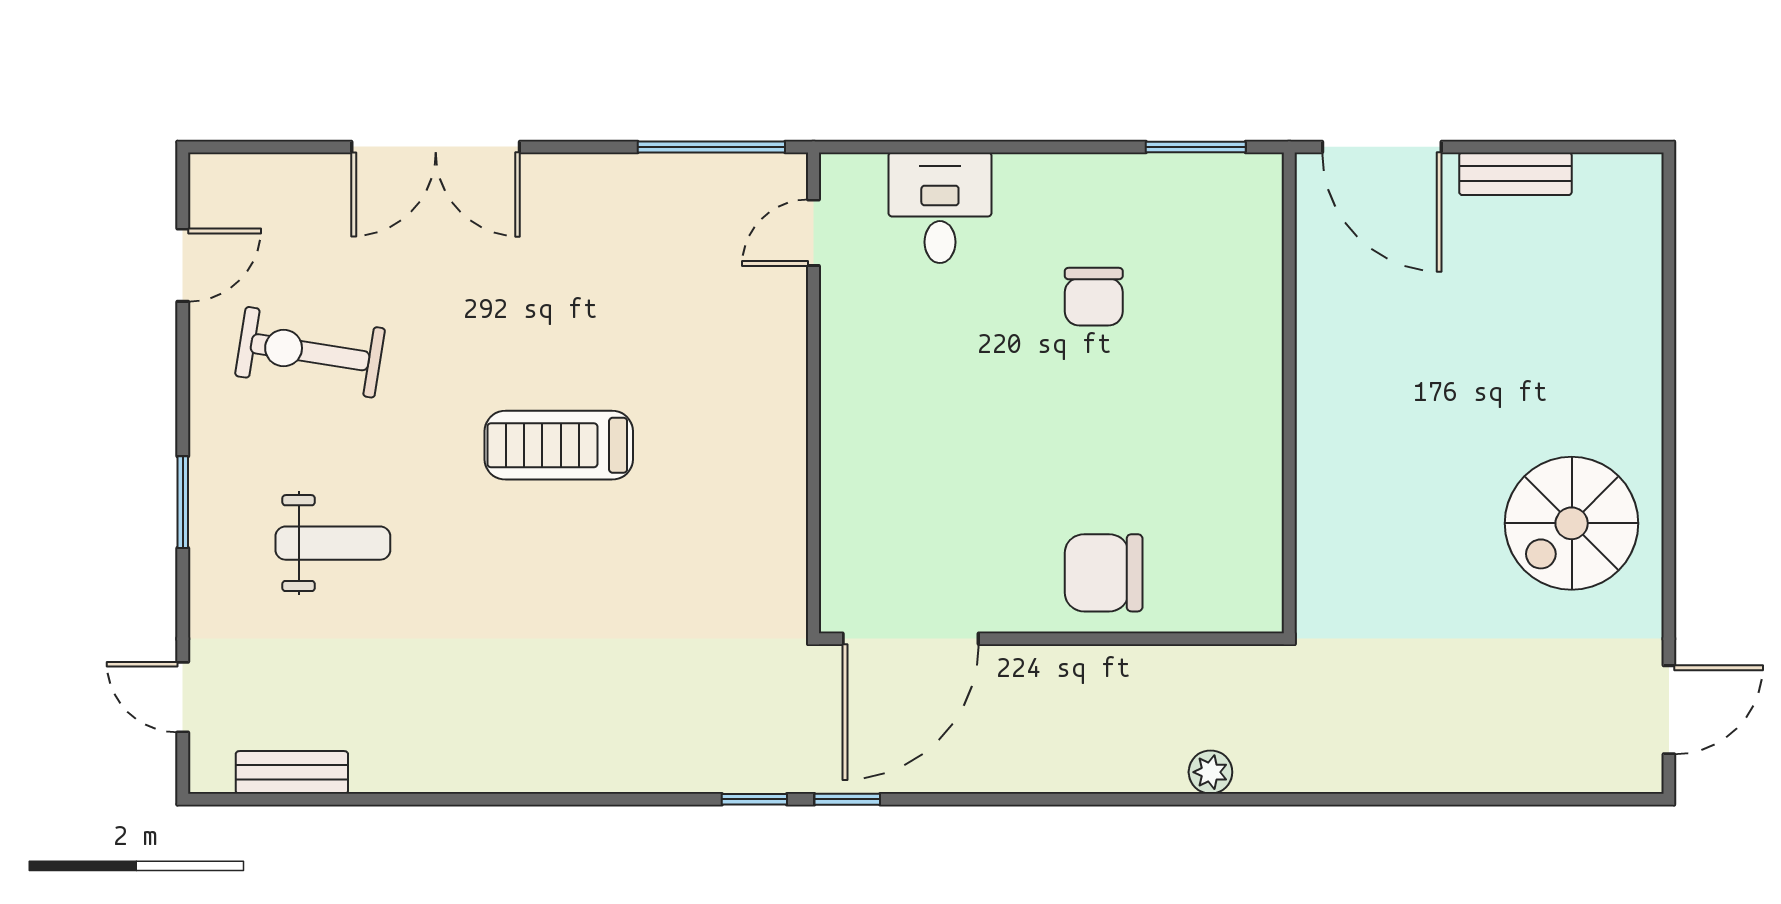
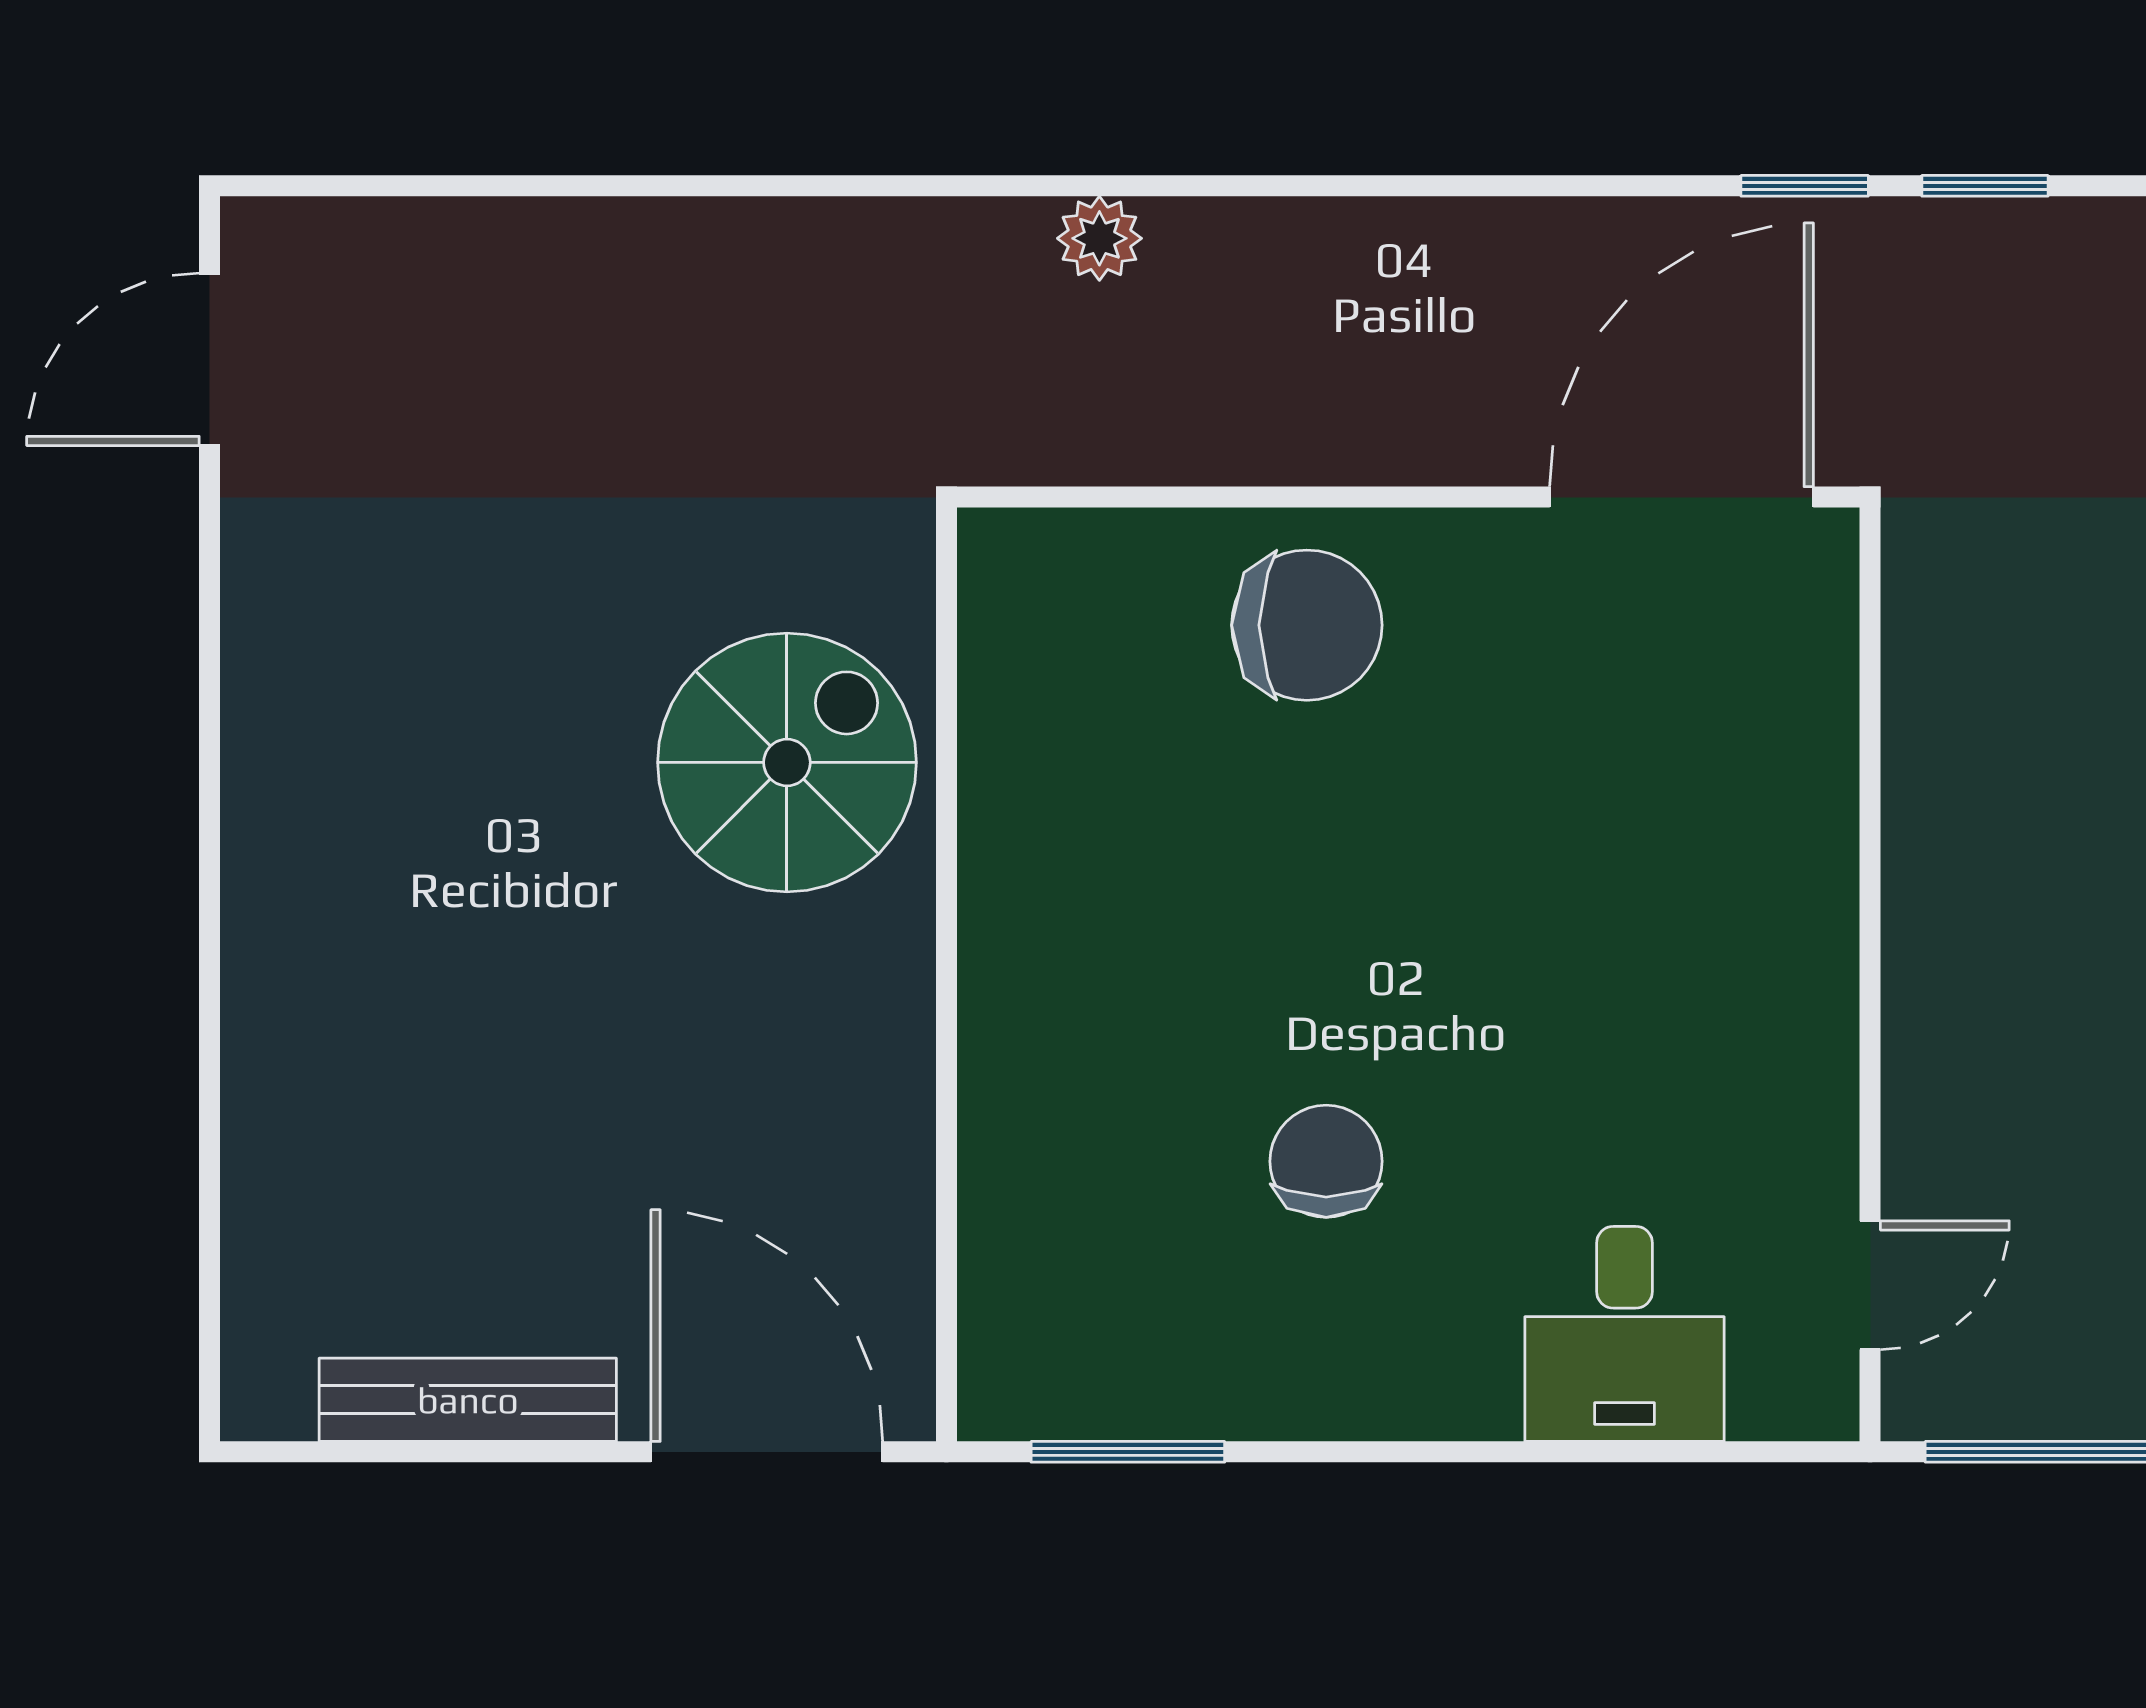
bench: (1515, 174) -> (468, 1400), width x1.36
spiral stairs: (1572, 523) -> (787, 762), moved

